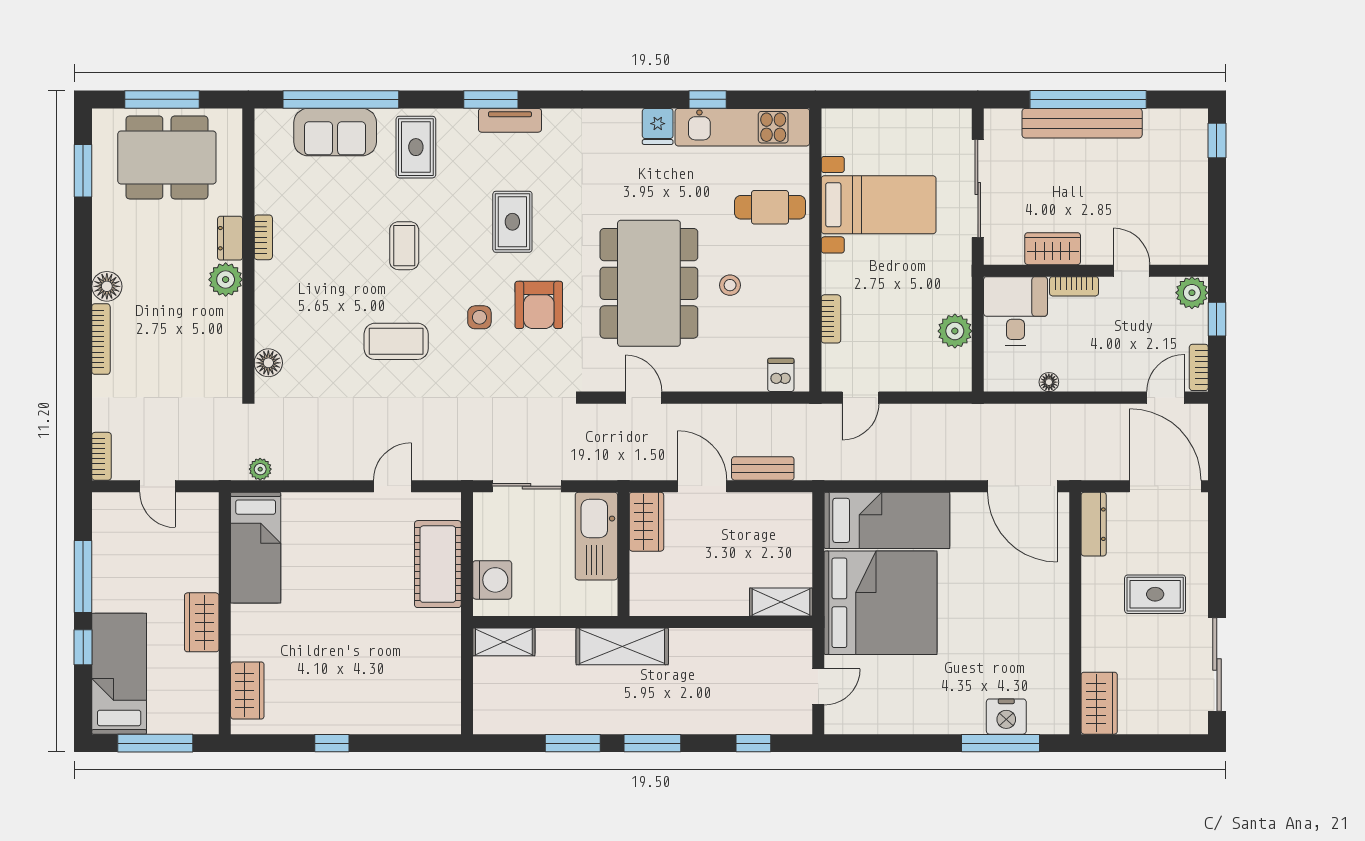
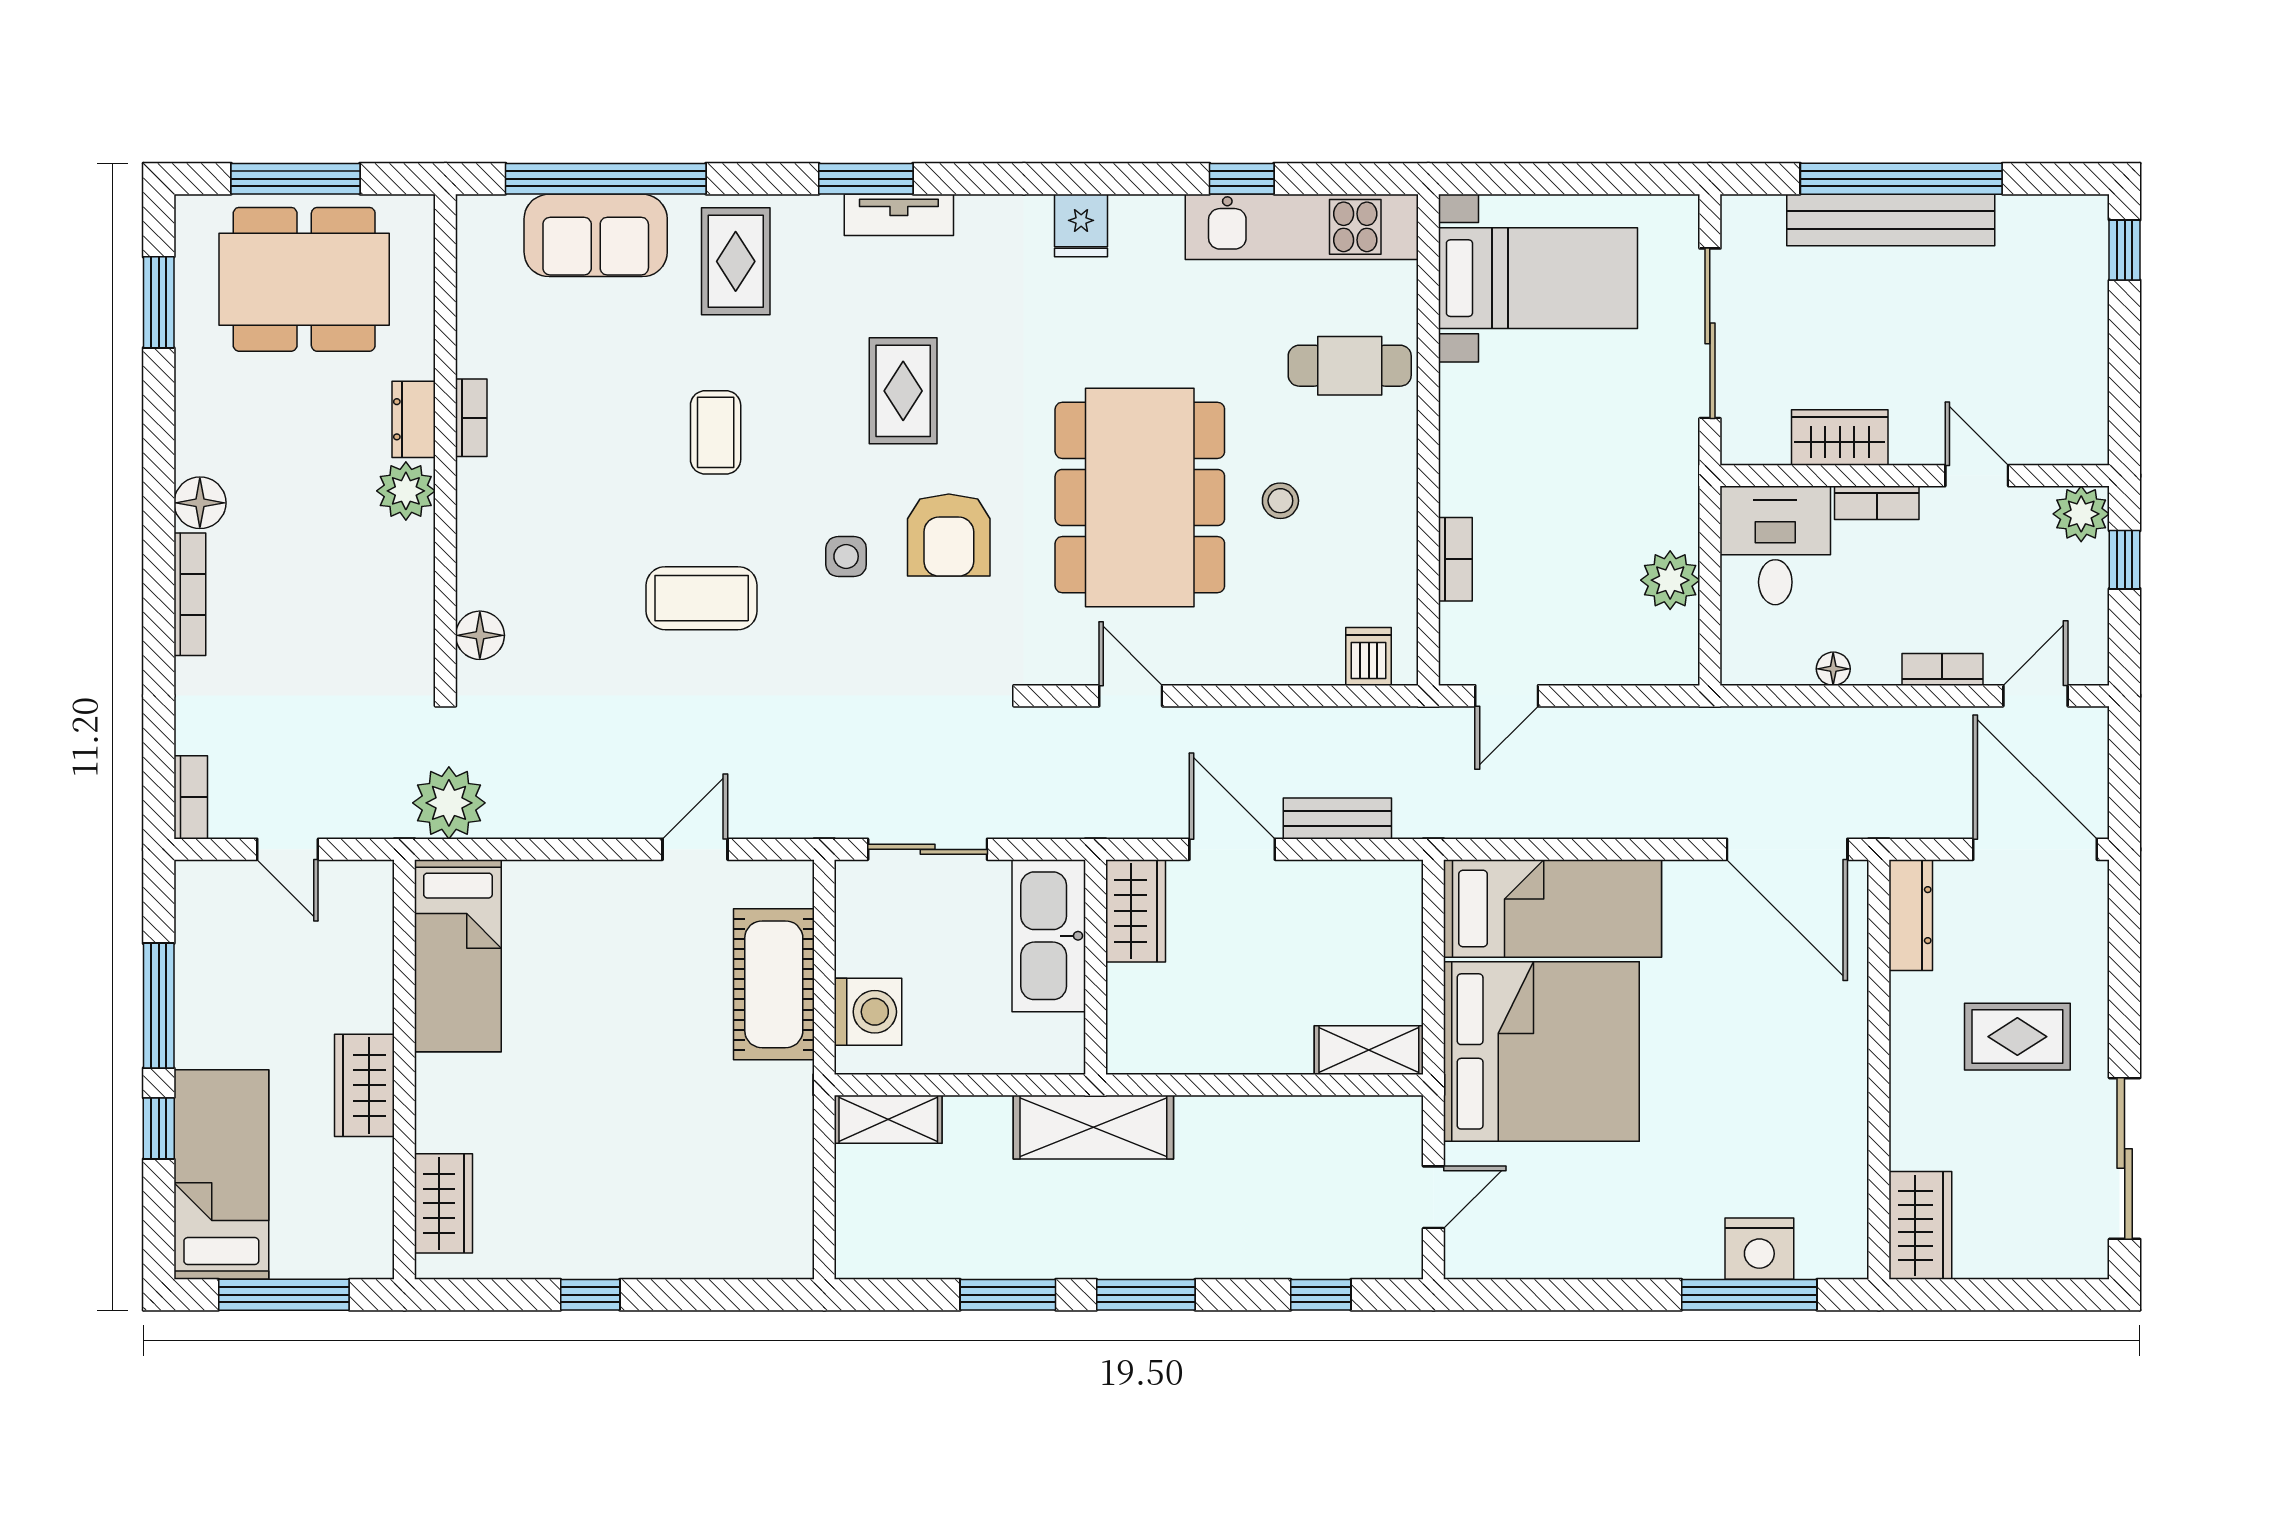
fridge: (658, 126) -> (1081, 226), moved
bed with nightstands: (879, 205) -> (1538, 278), moved
bookcase: (1199, 367) -> (1942, 669), moved, turned 90
plant: (260, 469) -> (449, 803), width x1.88, depth x1.88

